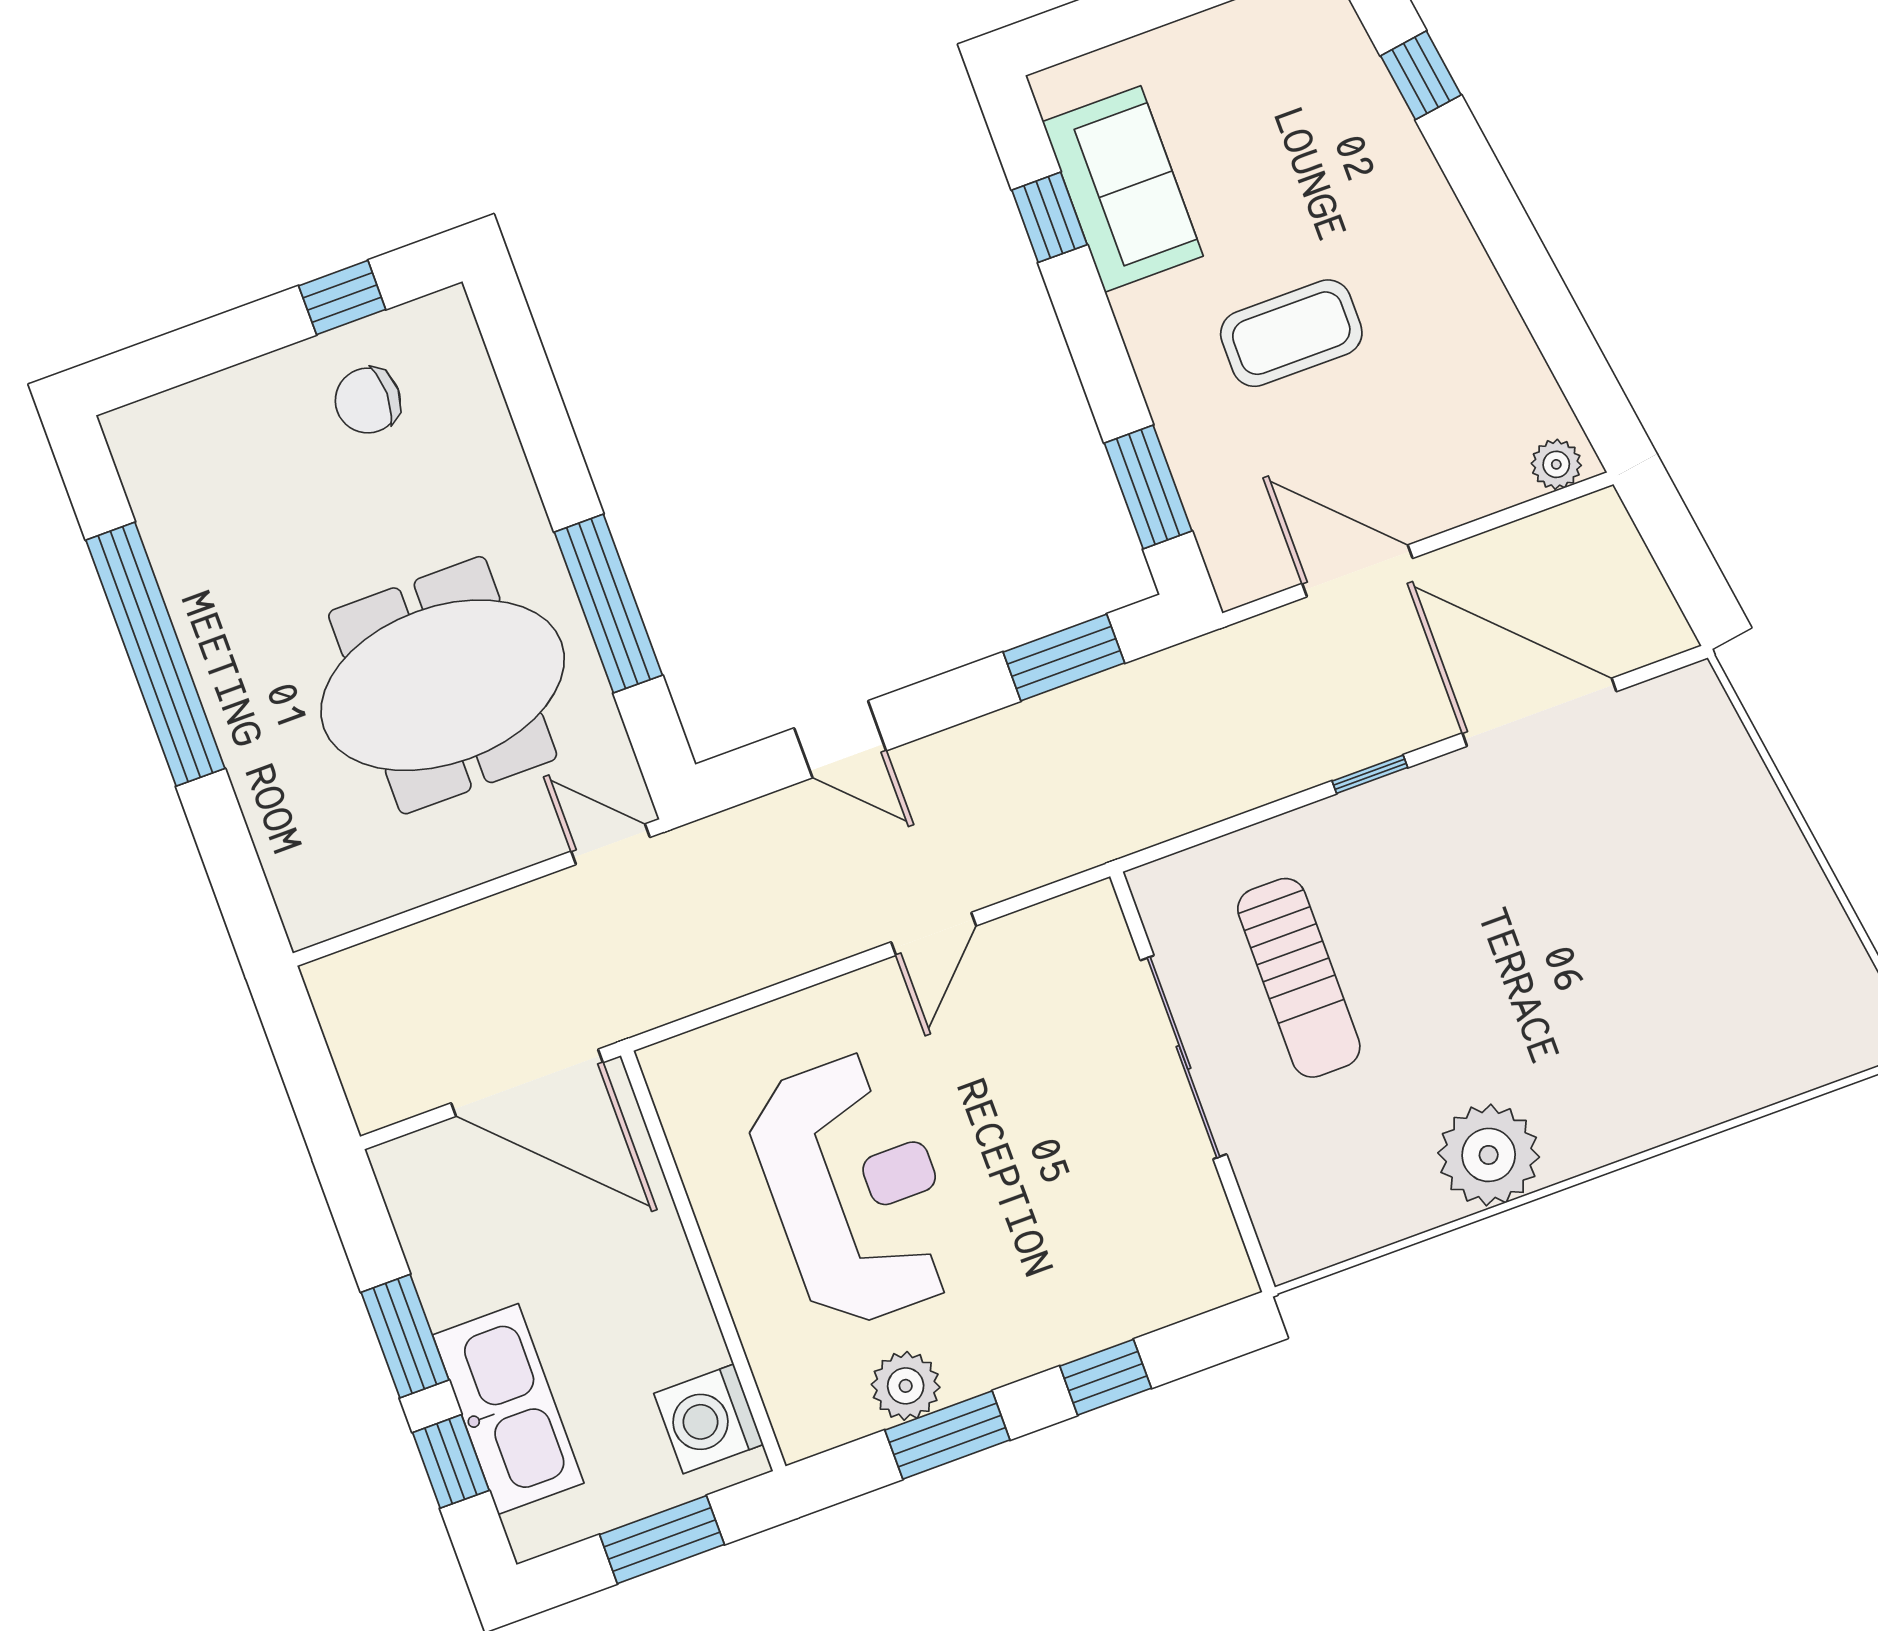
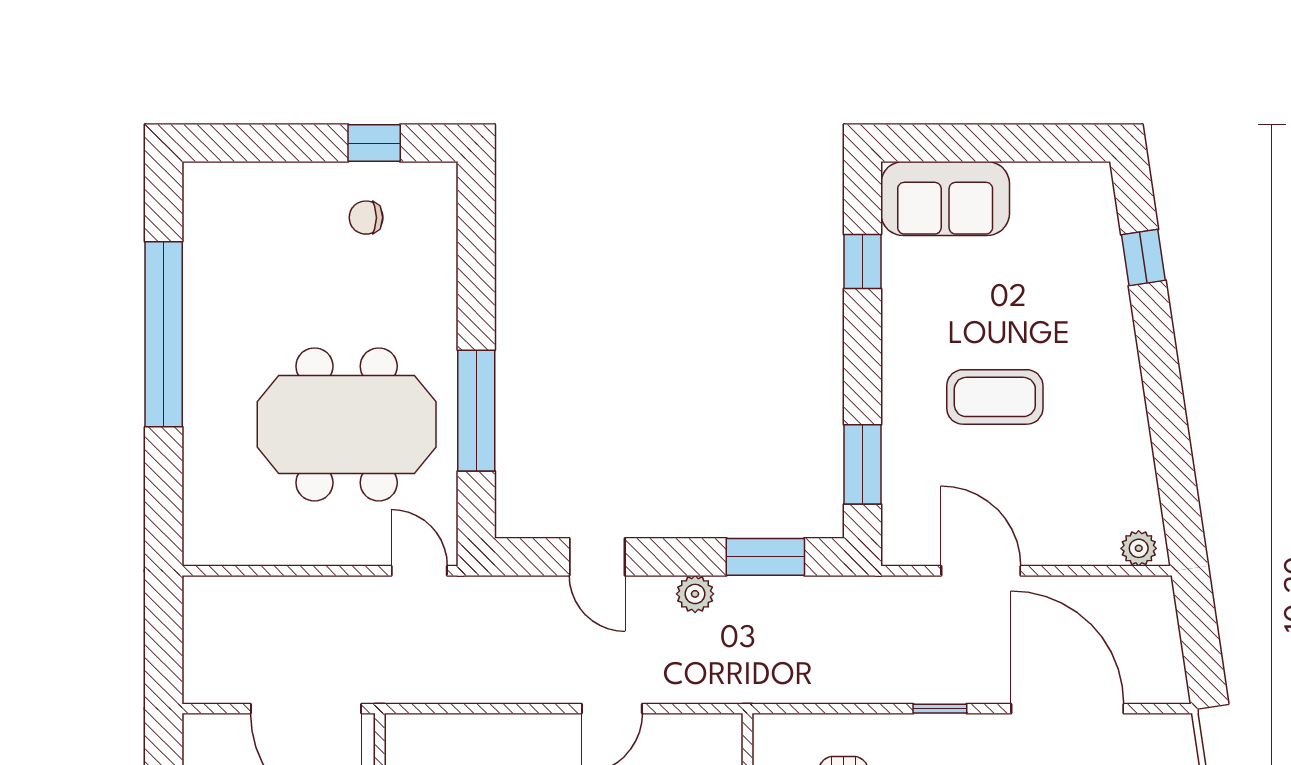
sofa: (1123, 189) -> (945, 199), moved, turned 90
chair: (368, 401) -> (366, 218), width x0.73, depth x0.73
plant: (988, 741) -> (695, 594), added

